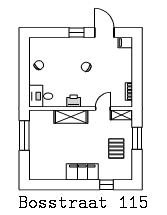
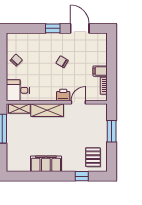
filing cabinet: (125, 43) -> (100, 71), moved
printer: (74, 101) -> (63, 95), moved
shelving: (121, 115) -> (19, 108), moved
pallet: (116, 148) -> (93, 157), moved
filing cabinet: (82, 172) -> (46, 164), moved

